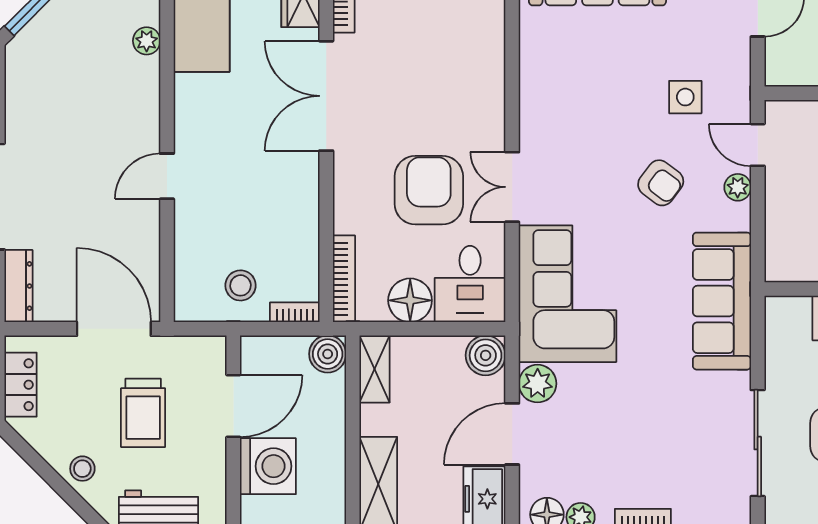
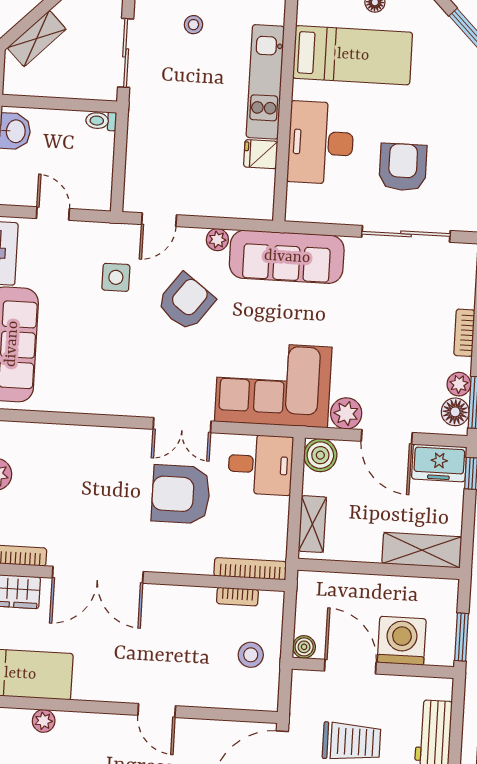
armchair: (661, 183) -> (186, 302), width x1.38, depth x1.38
plant: (738, 187) -> (217, 240), moved
floor lamp: (410, 300) -> (271, 515), removed
bookcase: (295, 312) -> (237, 597), moved, turned -90
boiler: (328, 354) -> (304, 647), moved, width x0.73, depth x0.73
shelving: (375, 369) -> (312, 524), moved, turned 90

